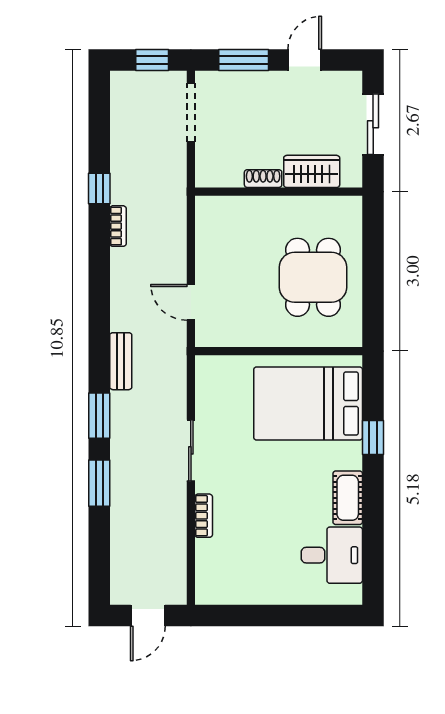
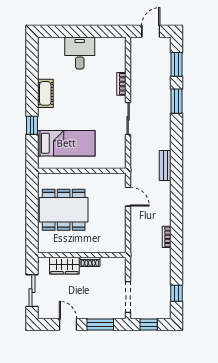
door: (305, 60) -> (68, 324), swing flipped
window: (99, 189) -> (176, 293), moved
dining table: (313, 277) -> (64, 210), width x1.38
bed: (308, 403) -> (66, 143), width x0.67
window: (99, 416) -> (176, 64), moved
desk: (332, 555) -> (80, 53), moved, turned 90

